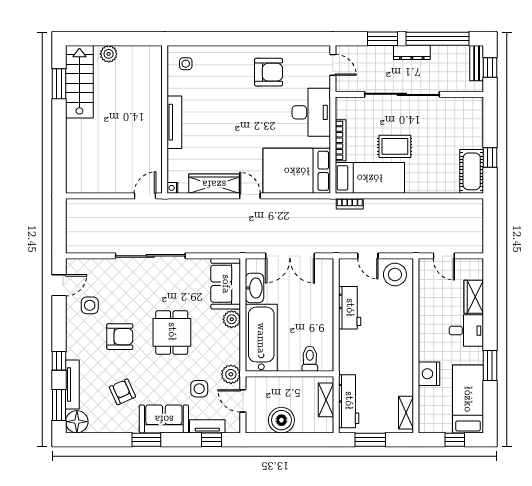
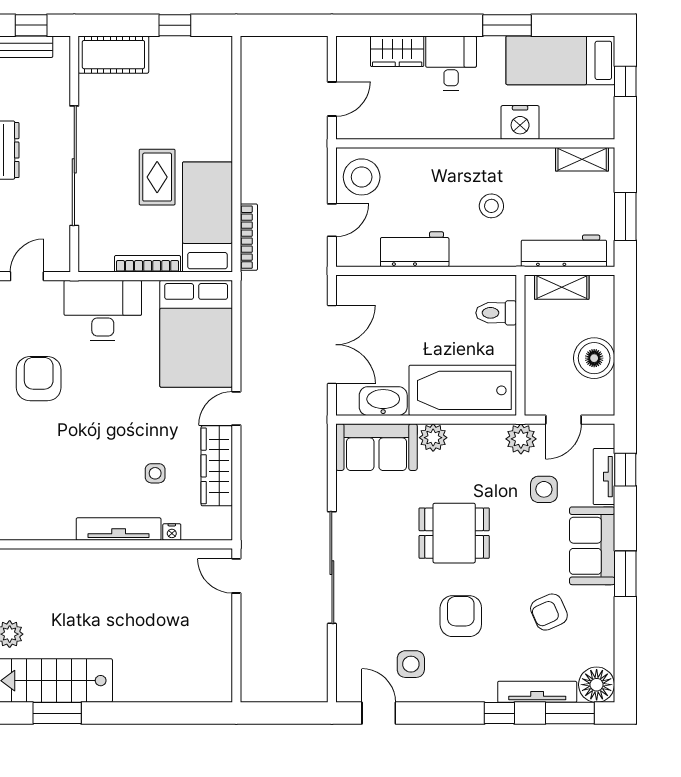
side table: (186, 64) -> (155, 473), moved
cot: (472, 171) -> (113, 55), moved
nightstand: (172, 188) -> (172, 532), moved
bookcase: (350, 204) -> (249, 237), width x1.56
stool: (377, 356) -> (491, 206), added

